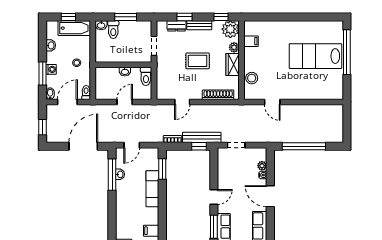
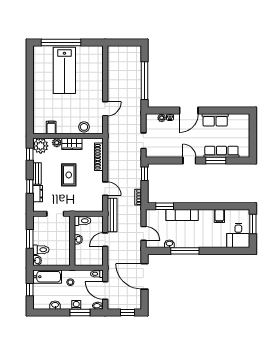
bathtub: (74, 28) -> (47, 277), moved, turned 90
door: (125, 102) -> (105, 240), hinge flipped
bench: (202, 137) -> (112, 215), moved
window: (112, 175) -> (185, 251), moved

